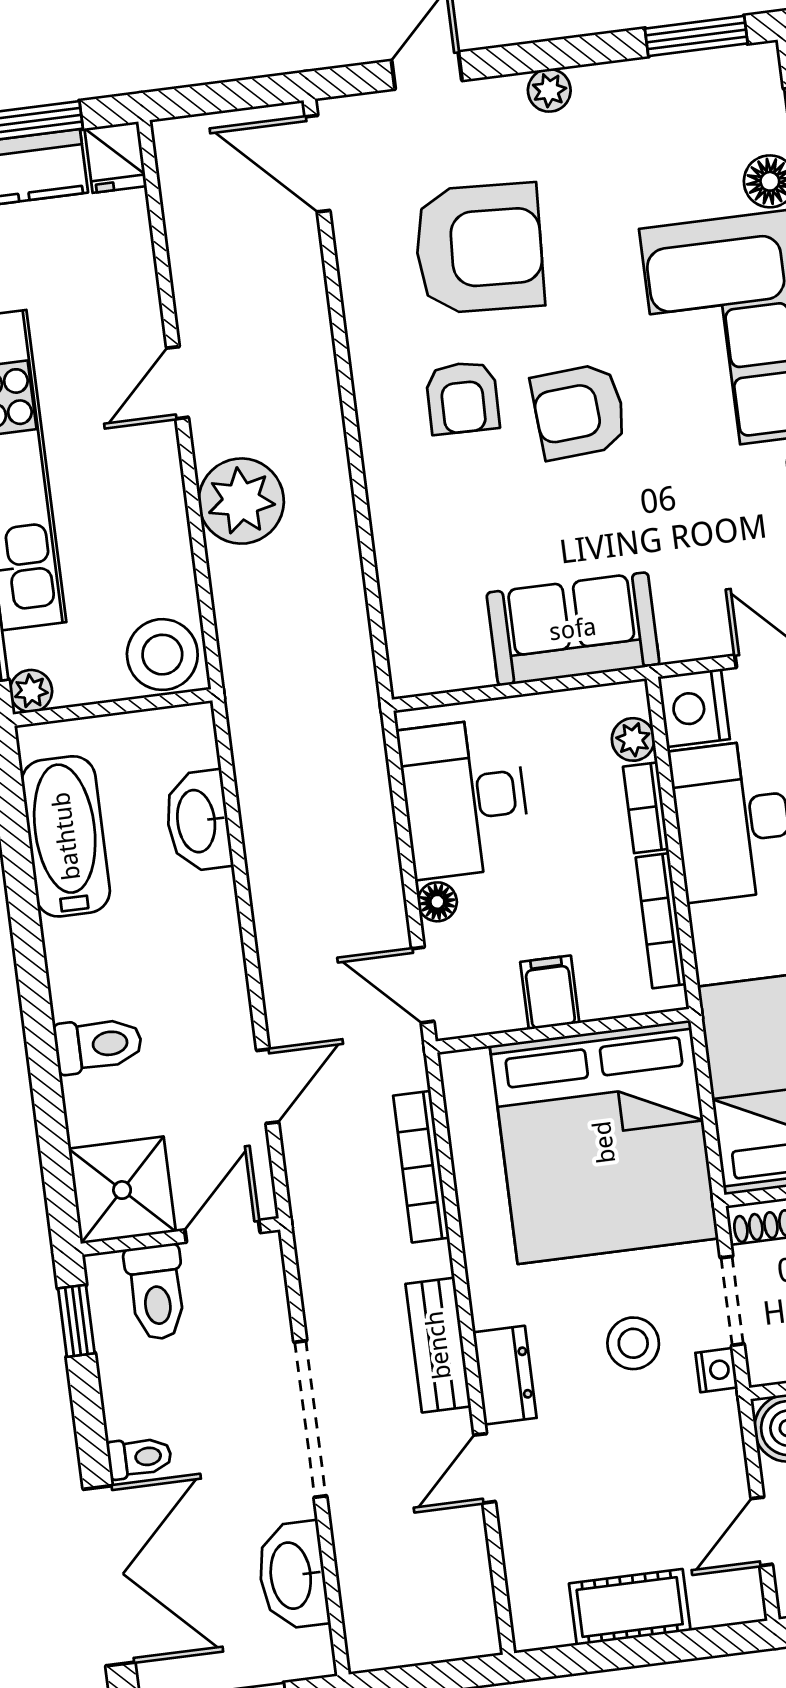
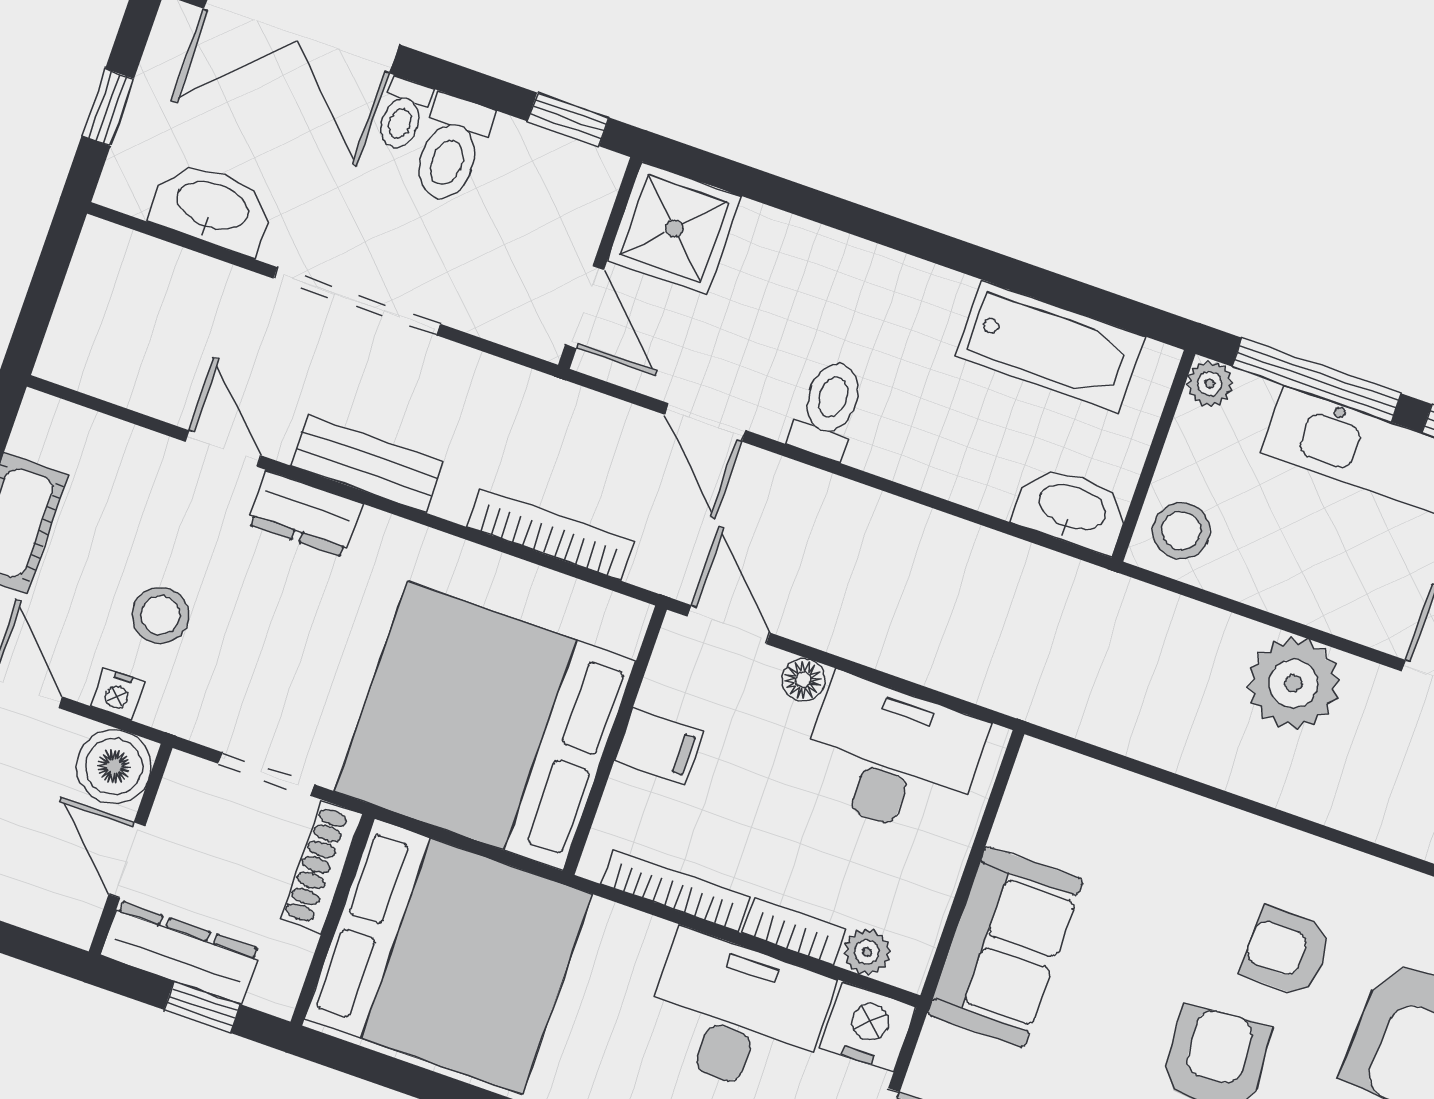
stool: (162, 655) -> (1181, 531), width x0.73, depth x0.73
washbasin: (198, 821) -> (1072, 509), moved
door: (423, 985) -> (729, 625), hinge flipped
toilet: (98, 1045) -> (829, 409), moved, turned 180
toilet: (156, 1292) -> (451, 149), moved, turned -90
stool: (633, 1343) -> (160, 615), moved
nightstand: (716, 1370) -> (118, 694), moved

